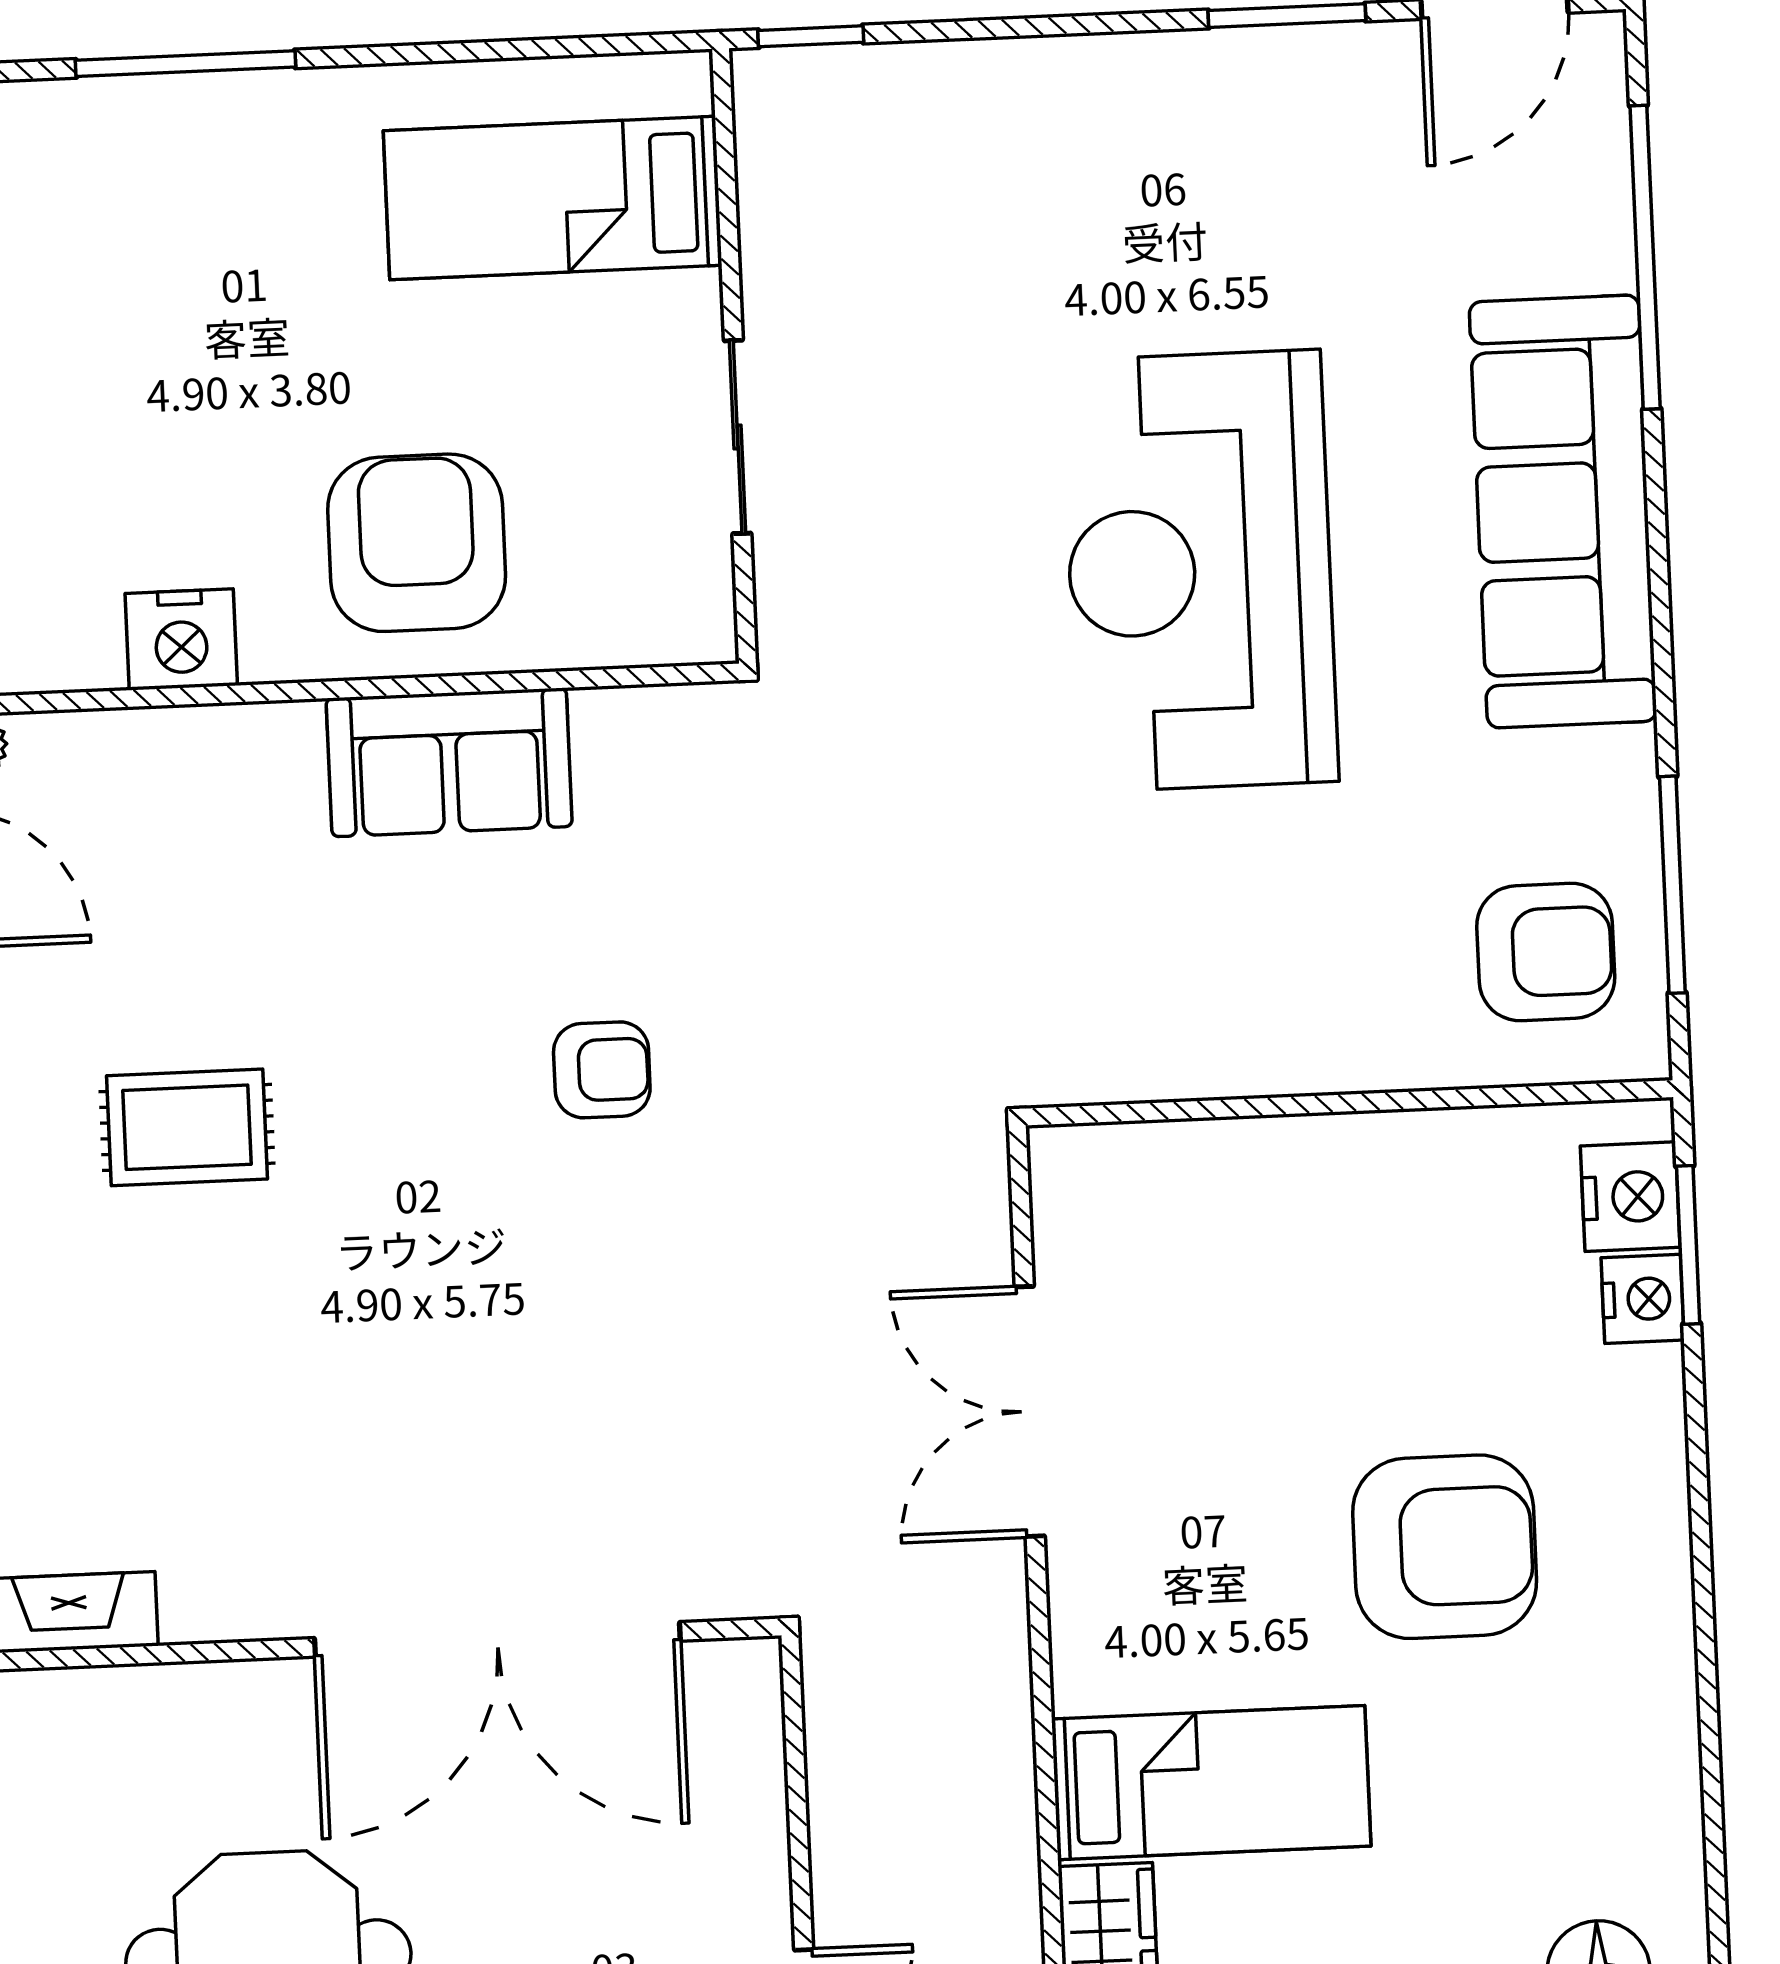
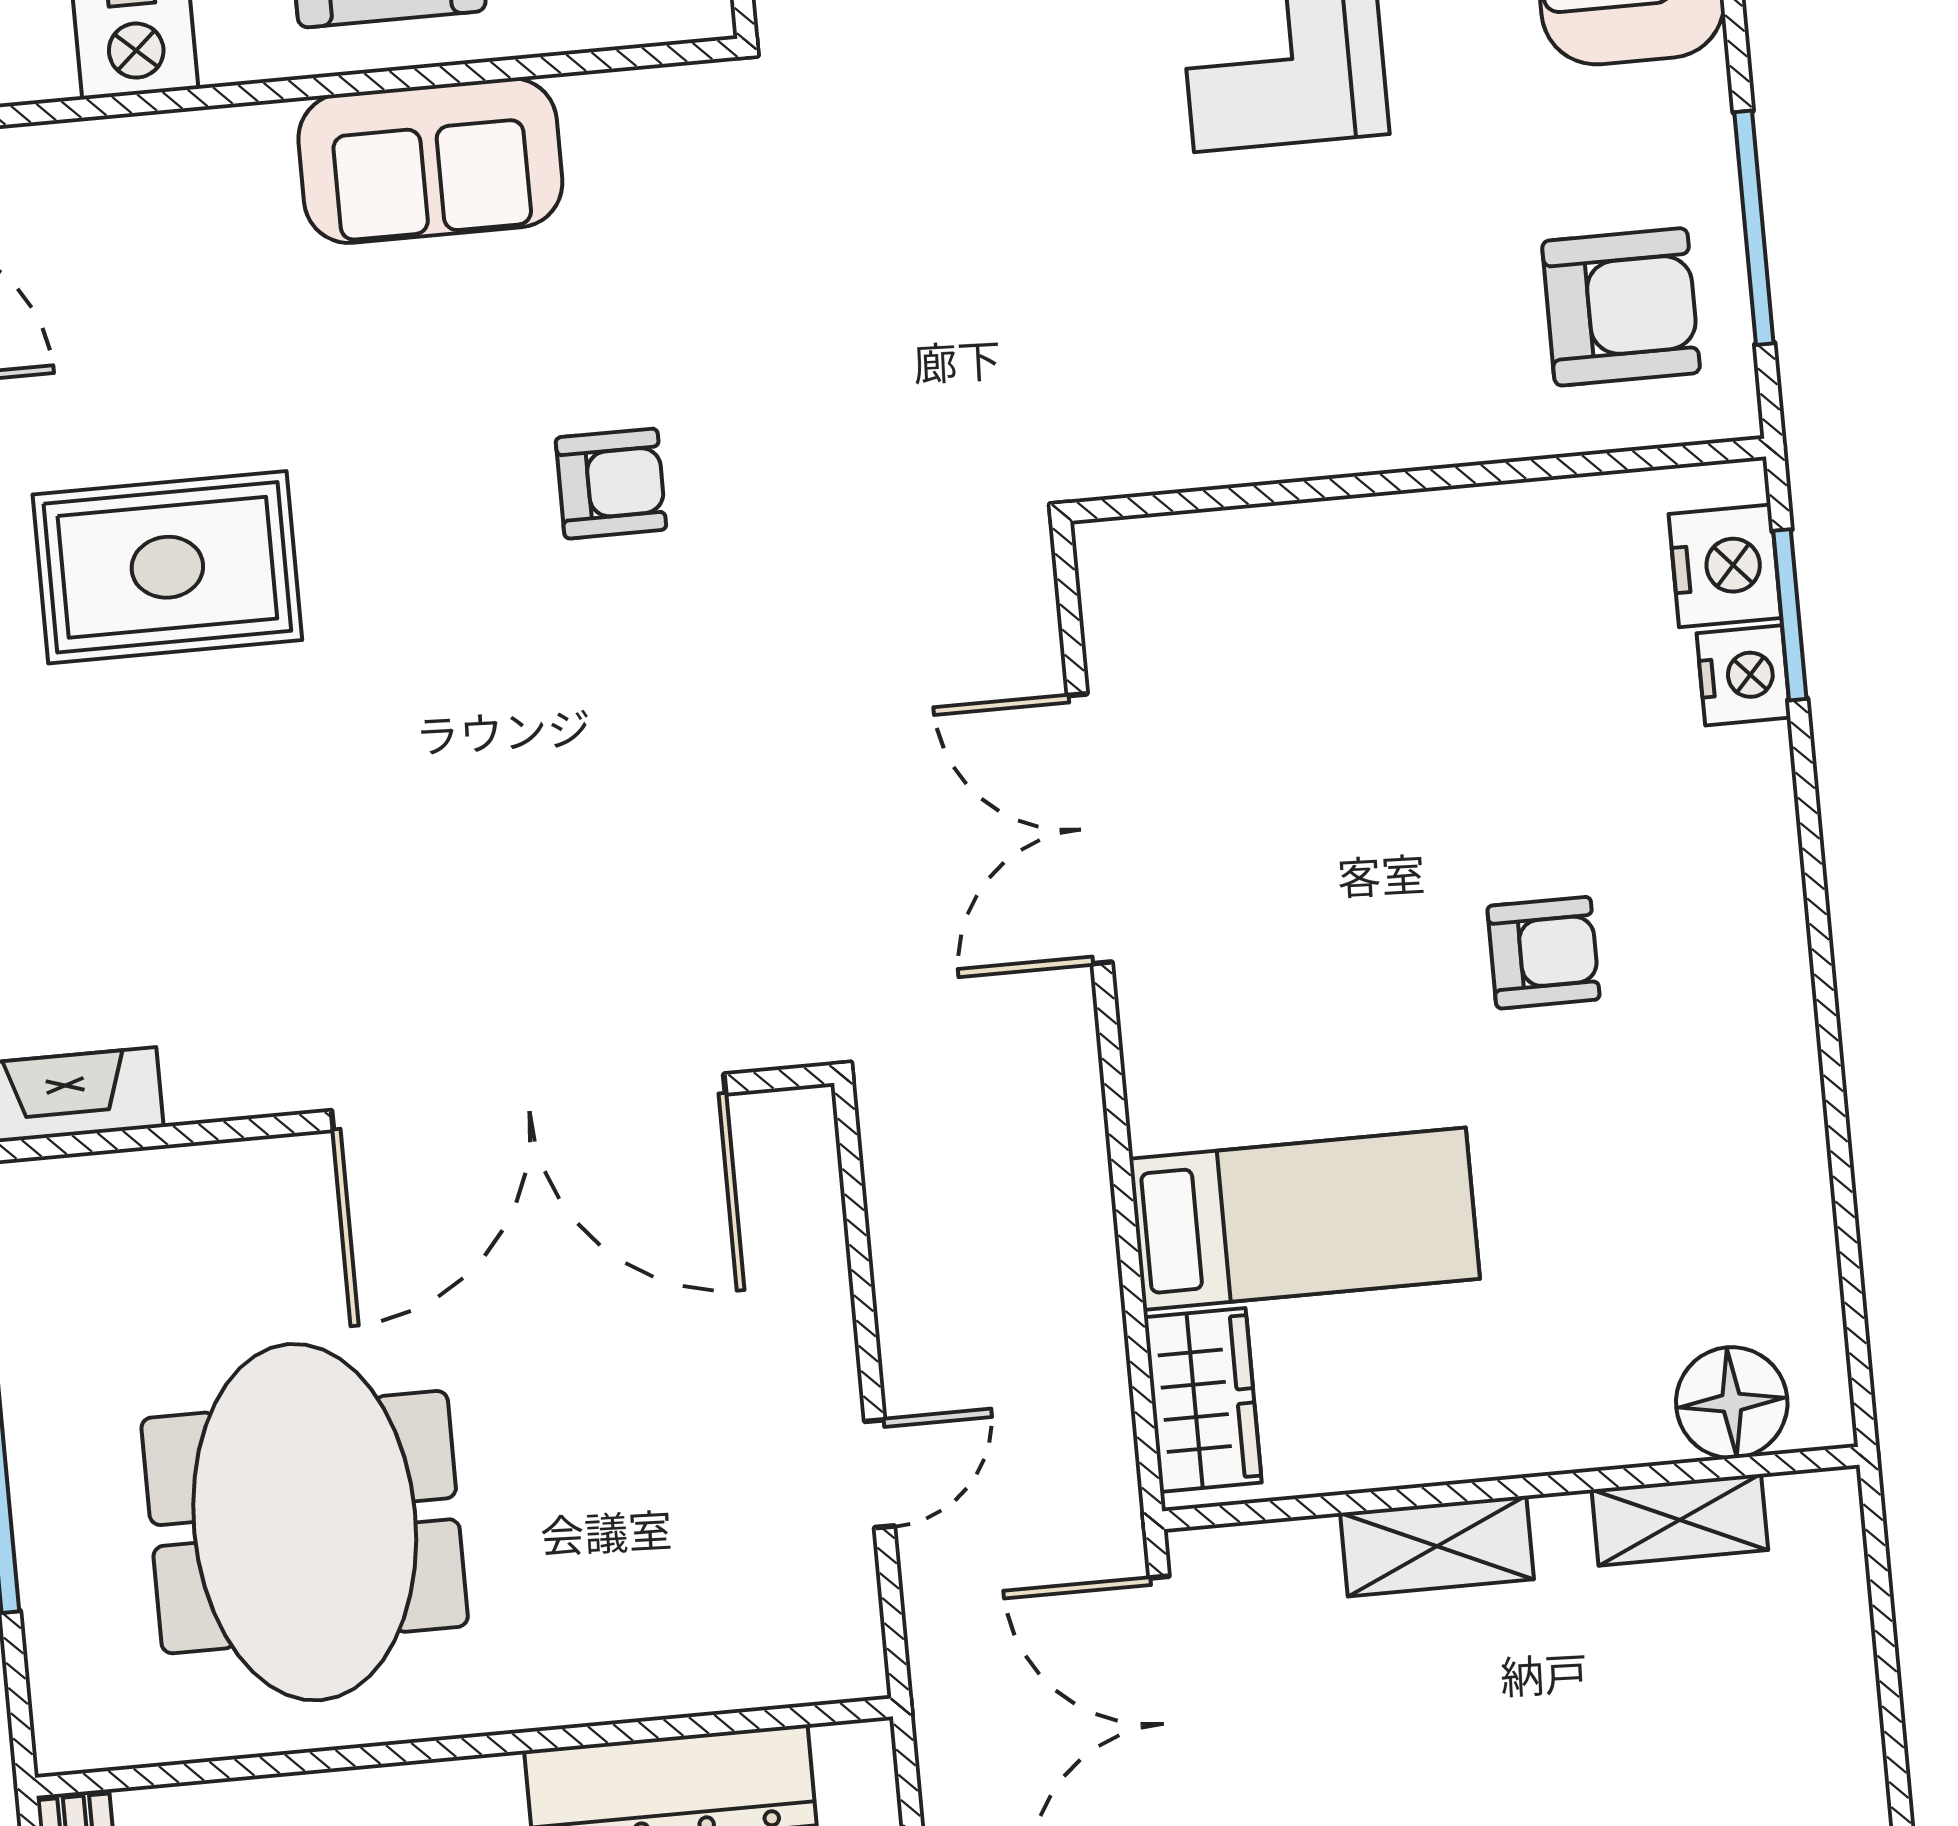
rug: (187, 1127) -> (167, 567), width x1.36, depth x1.43
armchair: (1445, 1547) -> (1543, 953), width x0.53, depth x0.53

